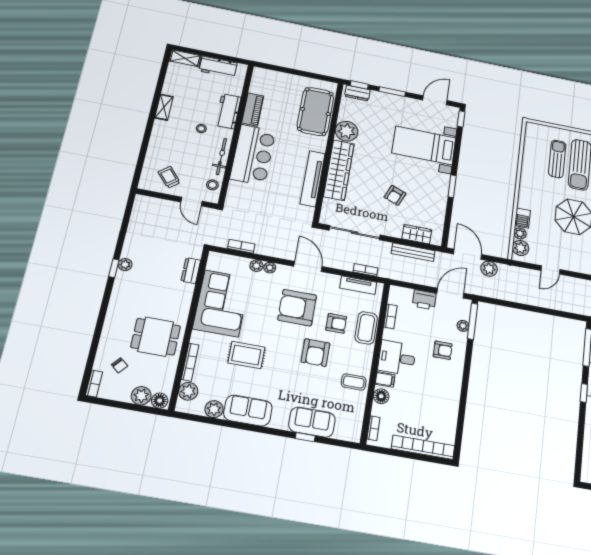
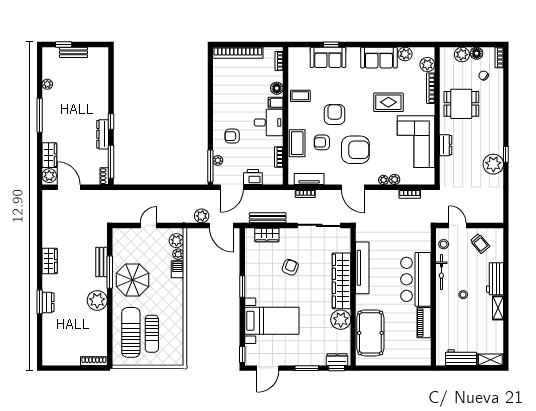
workbench: (228, 111) -> (495, 279), moved, turned 180
plant: (125, 265) -> (493, 164), width x1.88, depth x1.88
dresser: (191, 271) -> (446, 145), moved
floor lamp: (160, 401) -> (477, 53), moved

